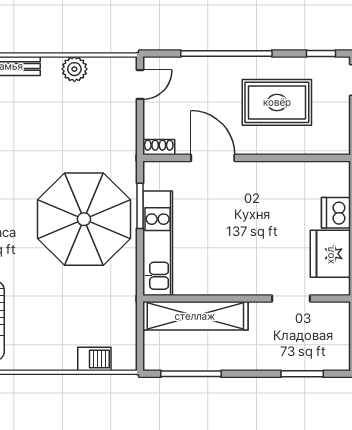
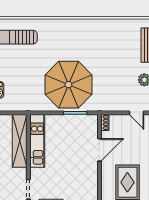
kitchen unit: (158, 243) -> (37, 141), moved, turned -90

